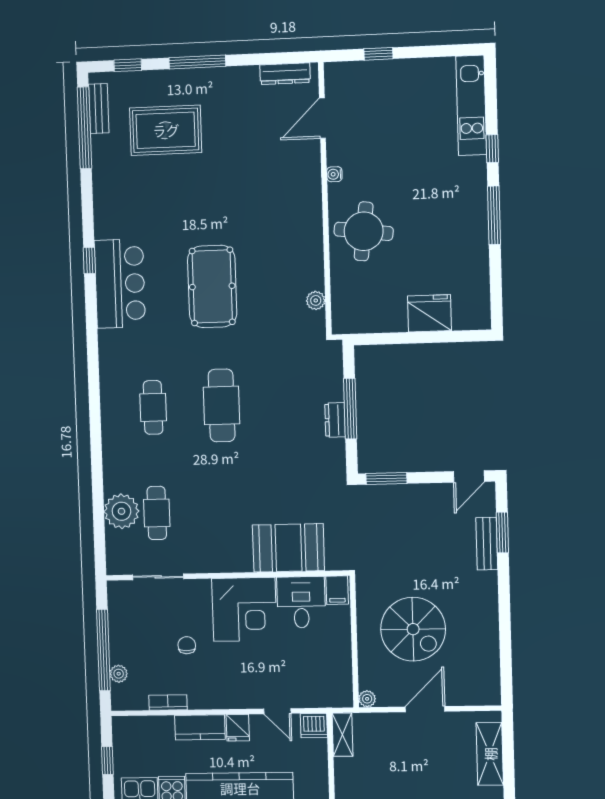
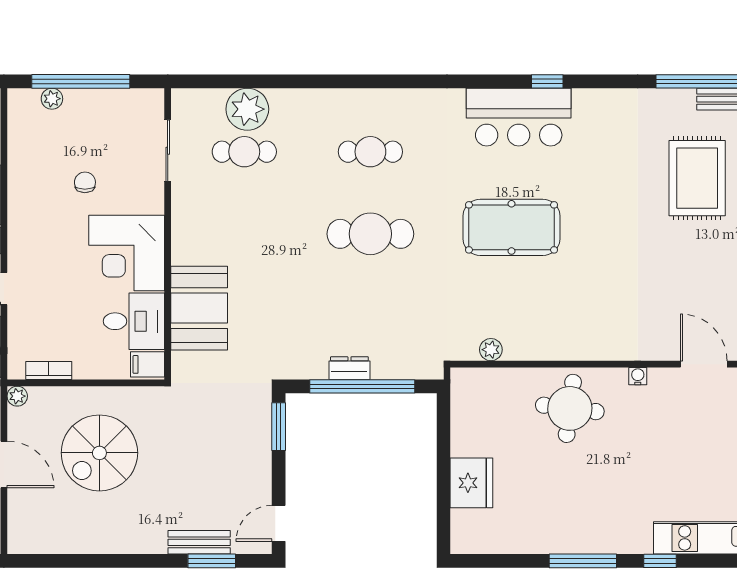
window: (350, 409) -> (362, 386), width x1.46
door: (469, 477) -> (279, 523), hinge flipped
chair: (187, 645) -> (85, 182), turned -90
bookcase: (168, 702) -> (49, 370), moved, turned -90

